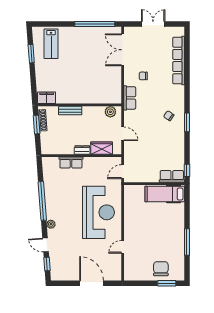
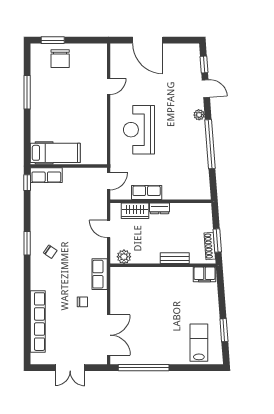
row of seats: (71, 163) -> (147, 193), moved
reception desk: (99, 212) -> (139, 130), width x0.74, depth x0.77

